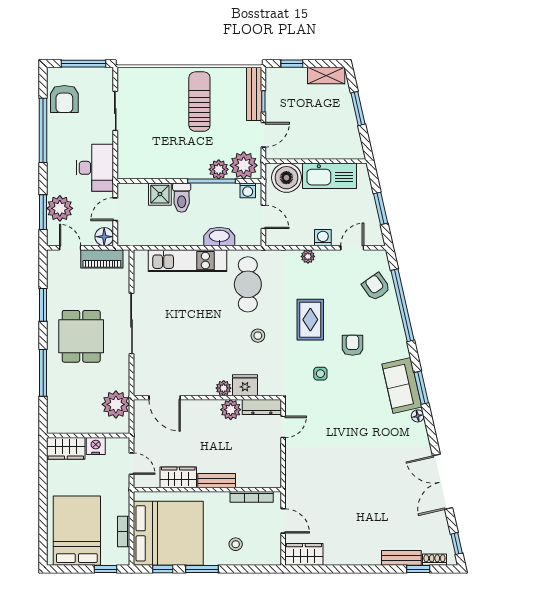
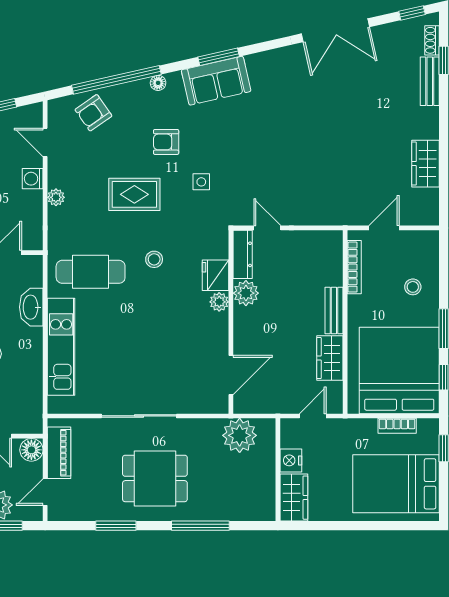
floor lamp: (418, 416) -> (158, 83), moved
wardrobe: (304, 554) -> (425, 164), moved

